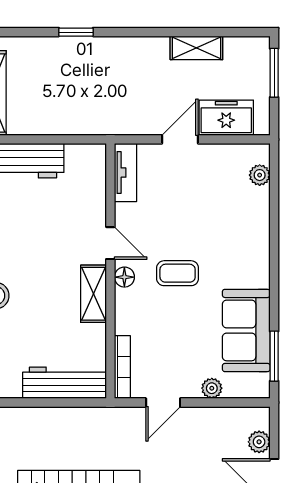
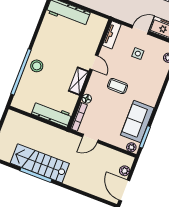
side table: (194, 190) -> (138, 54), added
floor lamp: (124, 277) -> (87, 99), moved
plant: (212, 388) -> (131, 147), moved

